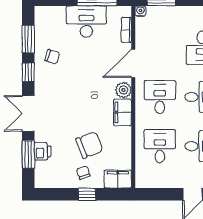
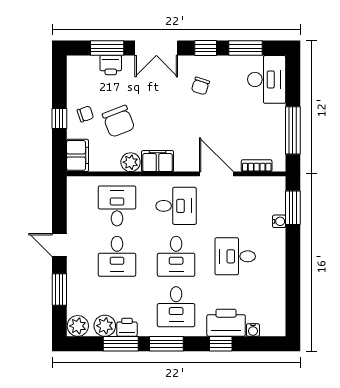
water cooler: (140, 11) -> (279, 221), moved
desk: (86, 22) -> (267, 79), moved
chair: (52, 57) -> (200, 86), moved
plant: (123, 90) -> (131, 162), moved
double door: (28, 113) -> (156, 48), swing flipped
desk: (160, 146) -> (117, 206), turned -90

